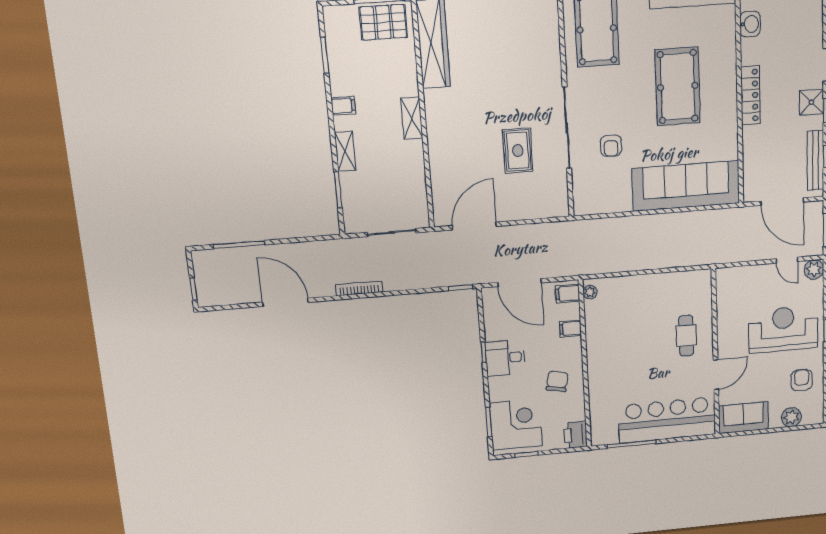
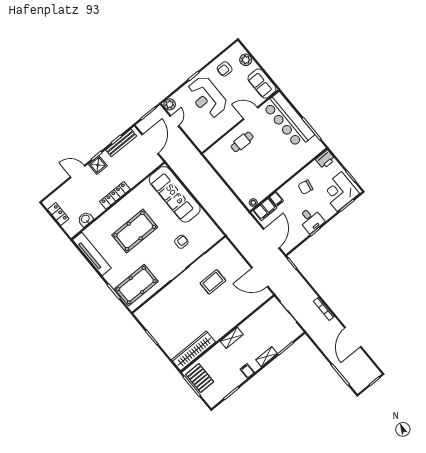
filing cabinet: (568, 294) -> (265, 209), width x2.00

